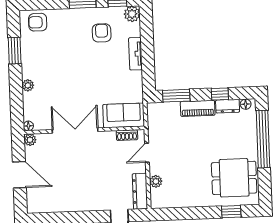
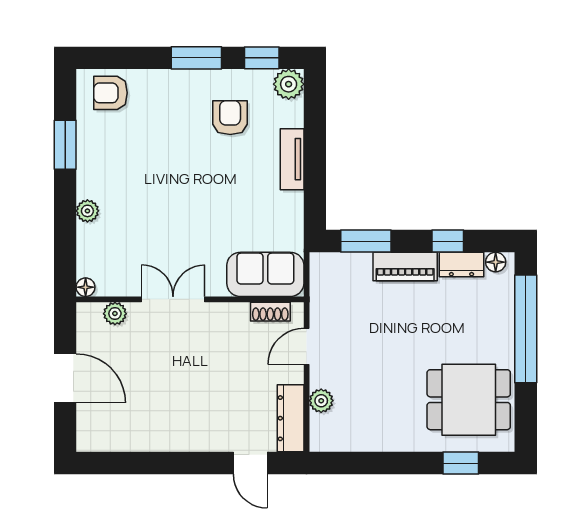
double door: (75, 131) -> (173, 299), width x0.73
plant: (30, 140) -> (115, 314), moved

